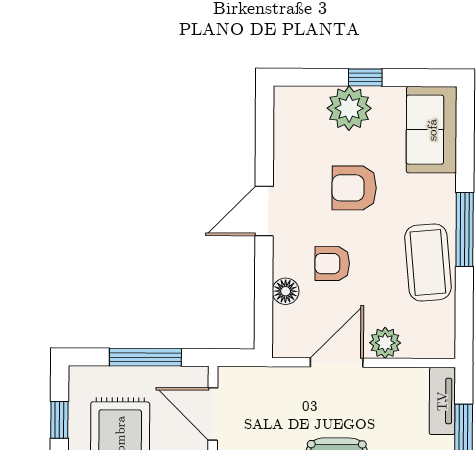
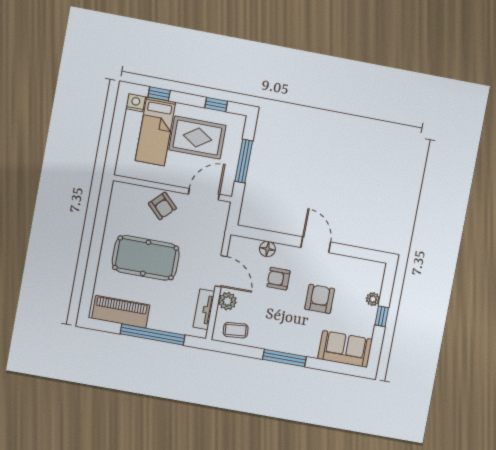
plant: (349, 108) -> (373, 299), width x0.53, depth x0.53
coffee table: (428, 262) -> (236, 330), moved, width x0.54, depth x0.58
armchair: (332, 264) -> (279, 279), turned -90
tv unit: (442, 401) -> (204, 309), moved, turned -90

